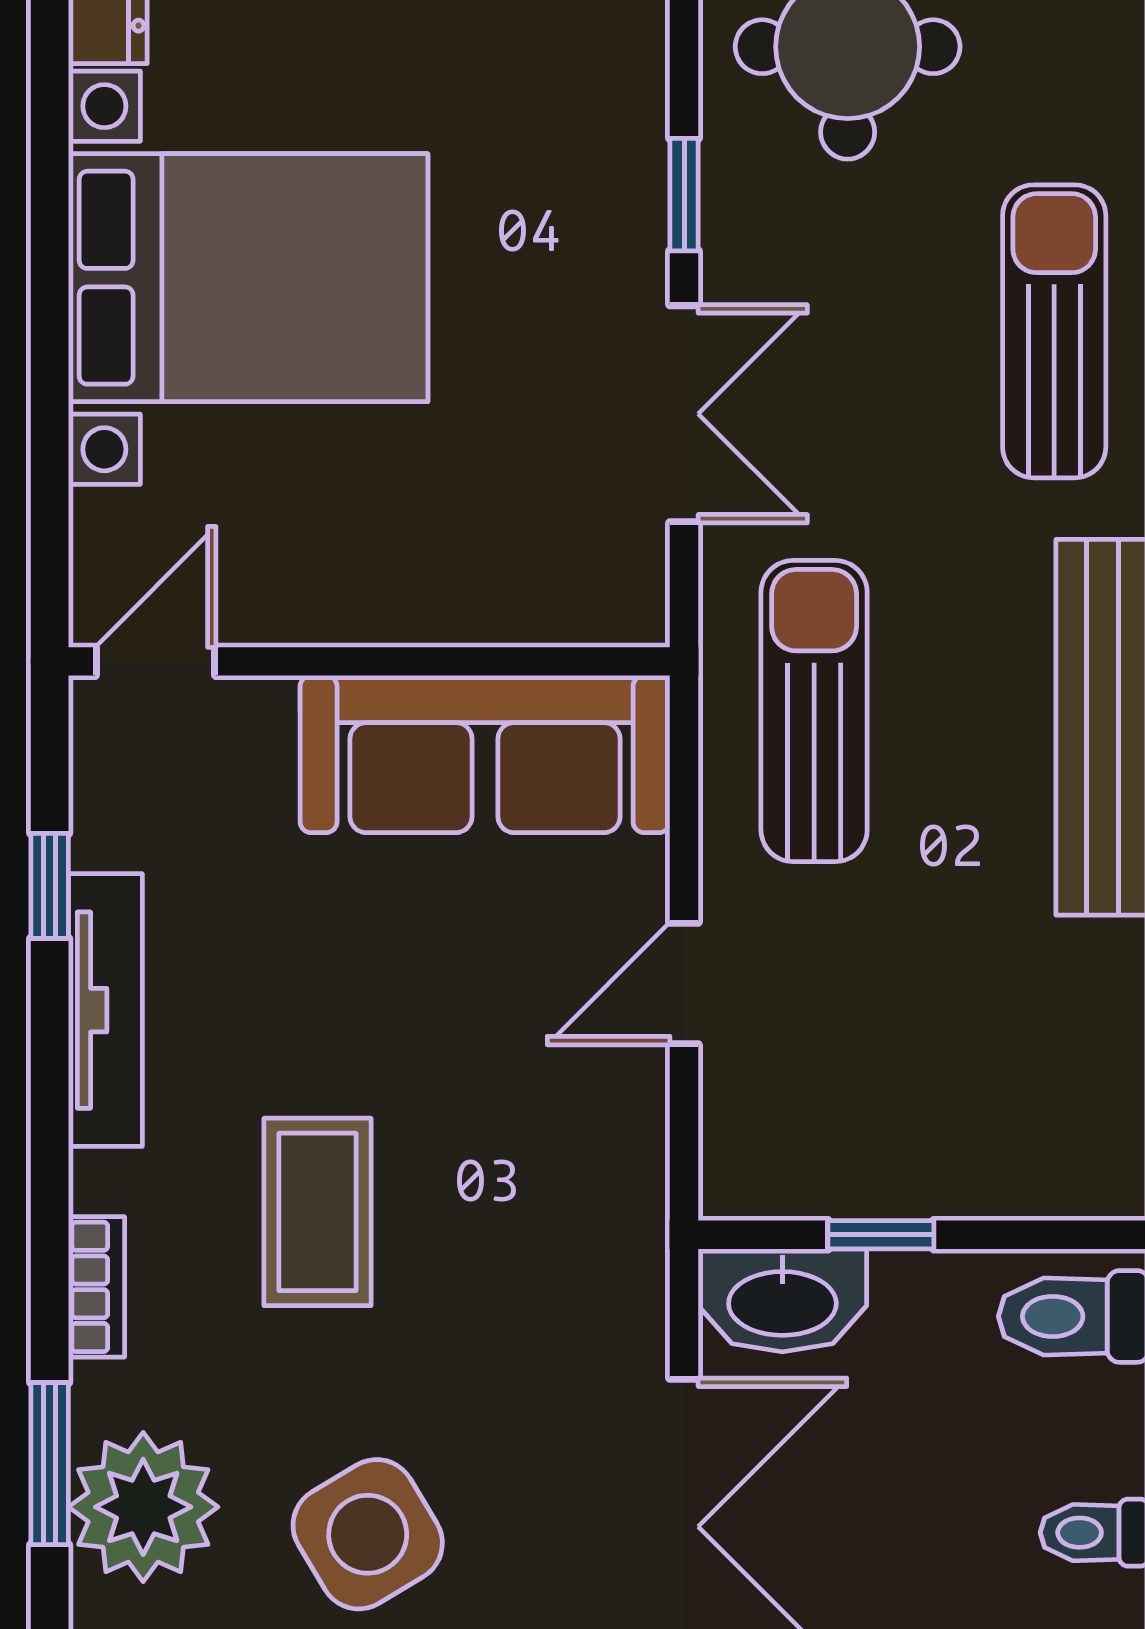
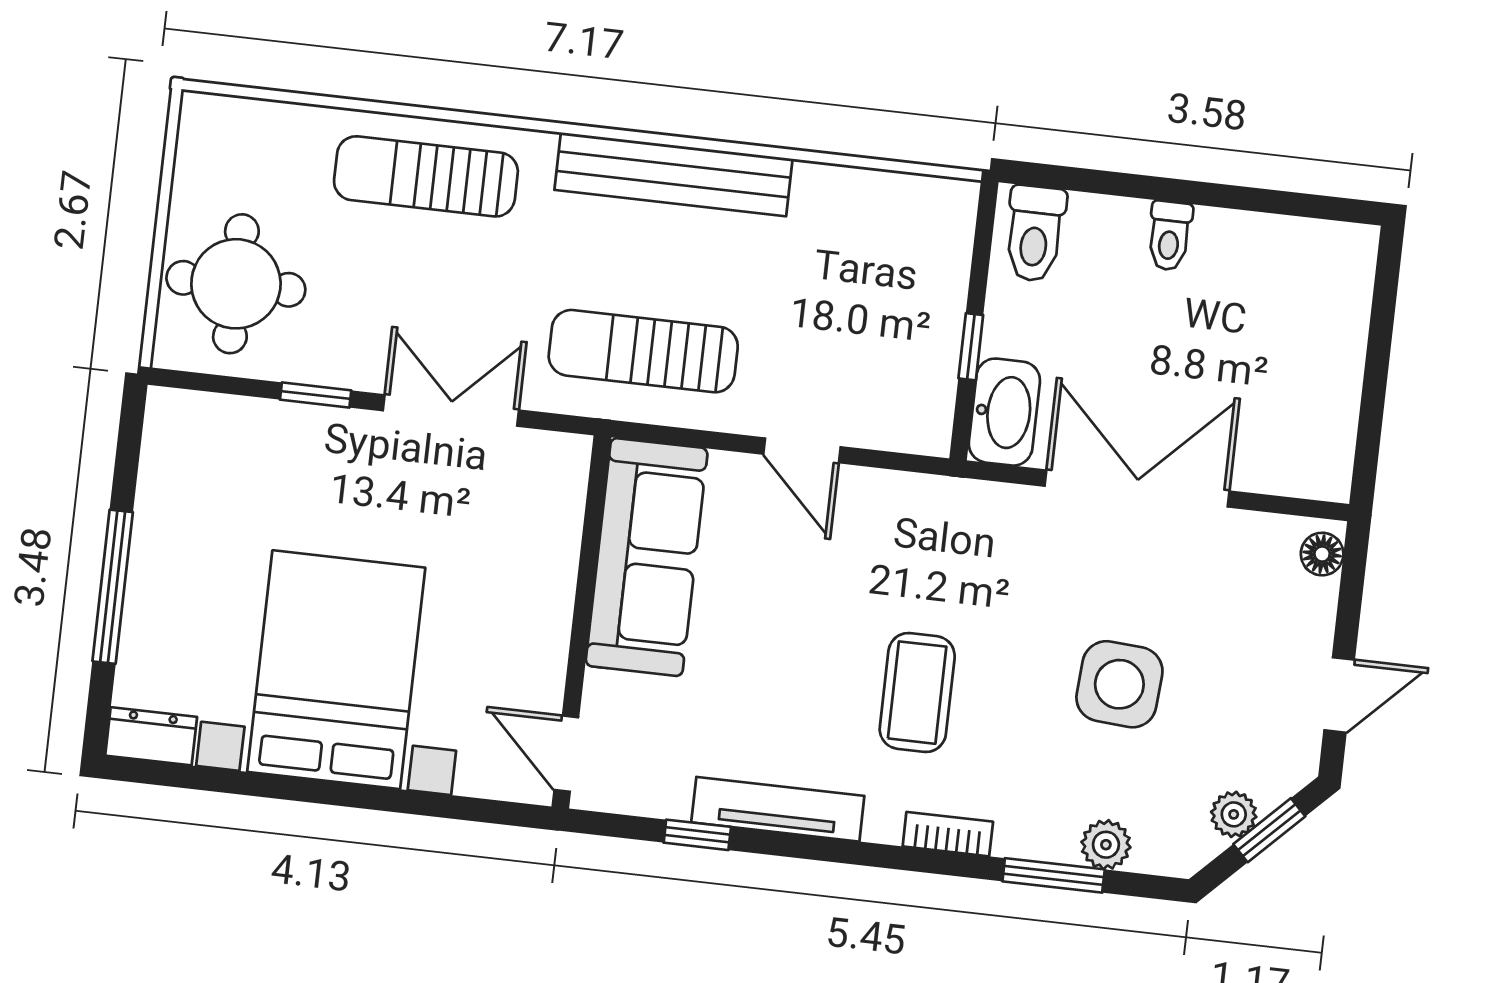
coffee table: (318, 1212) -> (917, 693), turned 90
plant: (143, 1507) -> (1106, 845), width x0.53, depth x0.53
side table: (368, 1534) -> (1119, 684), turned 35

